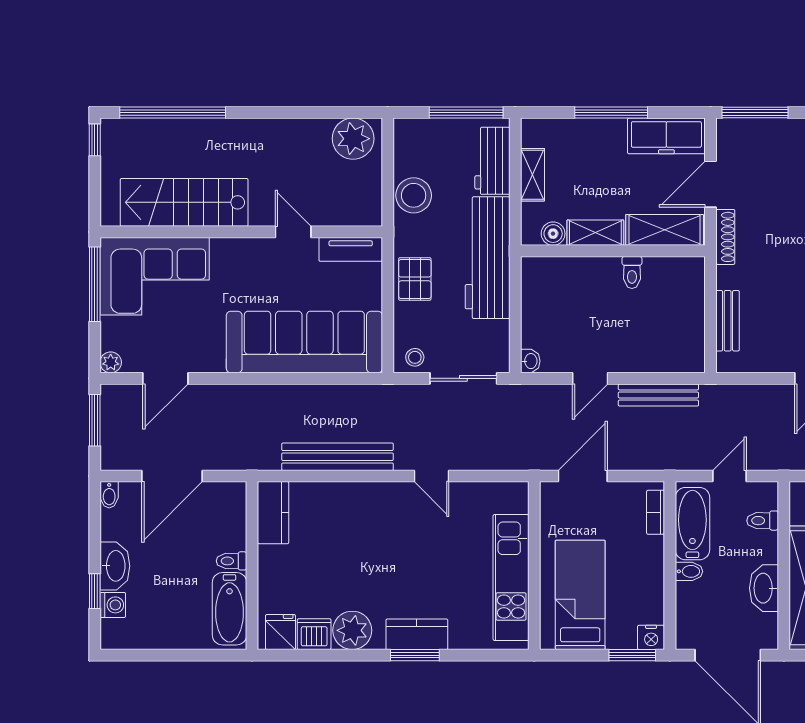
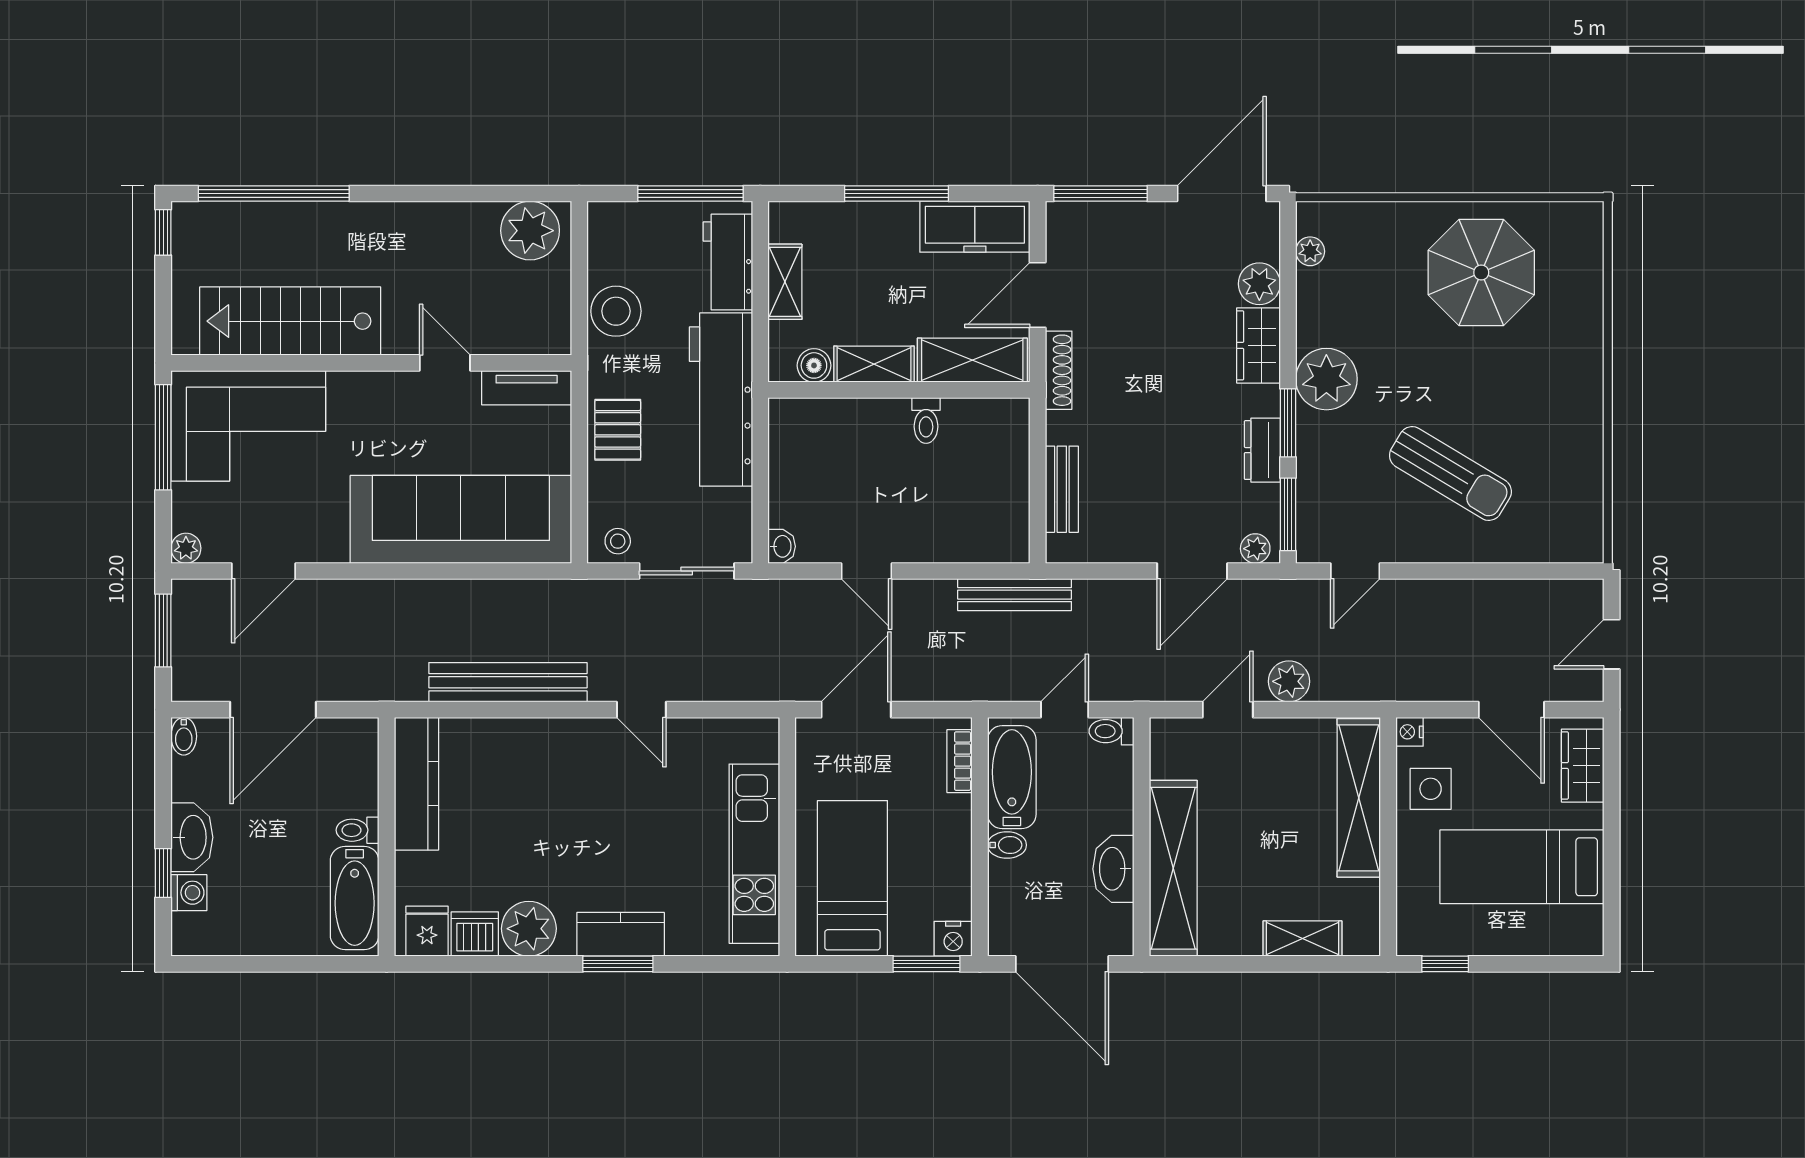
door: (590, 378) -> (867, 571), hinge flipped
bench: (658, 395) -> (1015, 595), moved
kitchen counter: (273, 513) -> (416, 784), width x1.50
toilet: (763, 521) -> (1111, 731), moved

